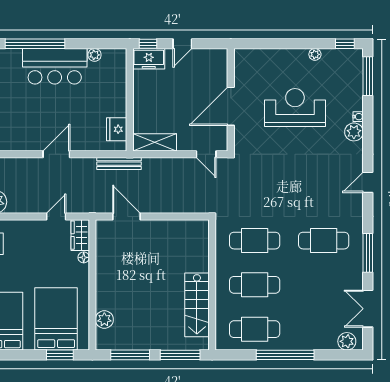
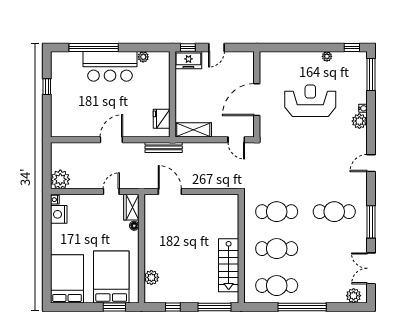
window: (130, 355) -> (173, 307), width x0.46

